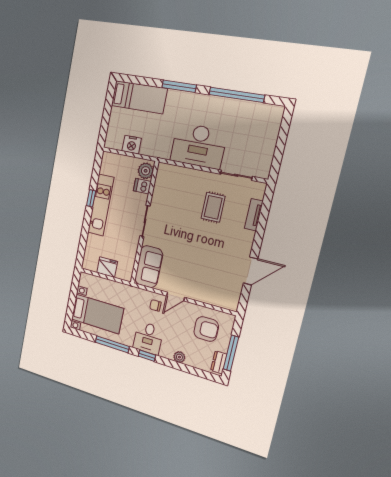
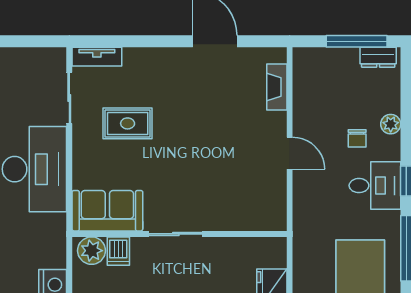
tv unit: (254, 215) -> (97, 57), moved
sofa: (149, 267) -> (107, 211), moved
fireplace: (215, 300) -> (277, 87), added
chair: (155, 305) -> (357, 138), moved
armchair: (206, 329) -> (329, 90), removed

